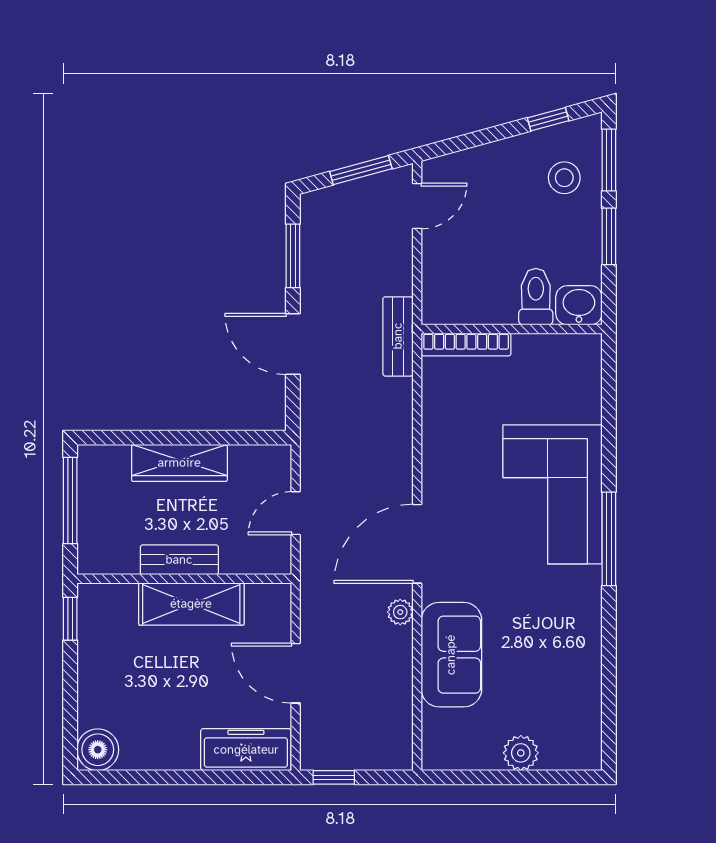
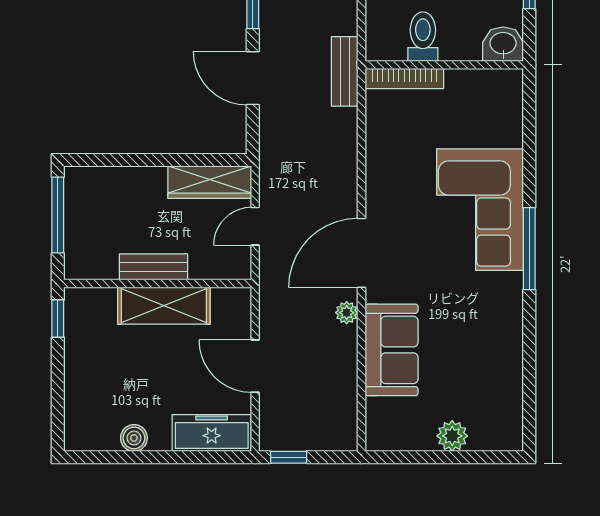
toilet: (536, 297) -> (423, 37), moved
wardrobe: (179, 463) -> (210, 182), moved
boiler: (98, 750) -> (134, 438), moved, width x0.73, depth x0.73

